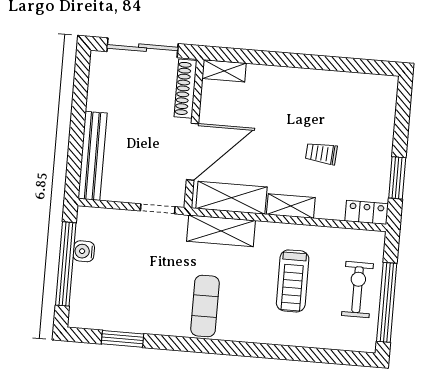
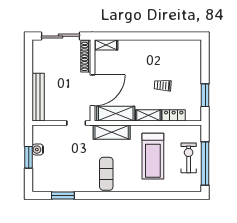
locker: (367, 212) -> (174, 115), moved
window: (66, 264) -> (29, 157), width x0.47
treadmill: (293, 281) -> (153, 156), width x1.37, depth x1.38

